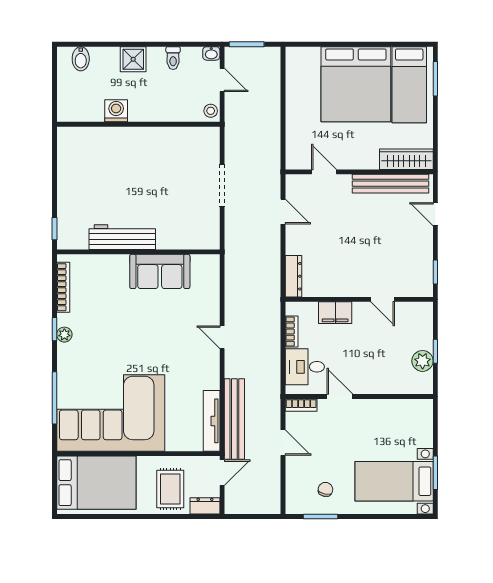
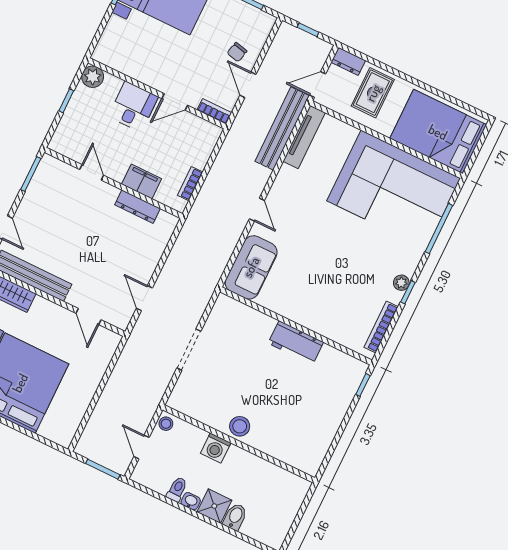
washbasin: (211, 53) -> (191, 501), moved
bidet: (81, 59) -> (235, 517), moved
washing machine: (116, 111) -> (216, 448), moved
stool: (145, 140) -> (240, 426), added
workbench: (122, 237) -> (296, 343), width x0.73
sofa: (160, 271) -> (251, 267), moved, turned 90
window: (435, 272) -> (31, 174), width x1.50
dresser: (293, 276) -> (137, 207), moved, turned -90
plant: (423, 361) -> (93, 77), moved
desk: (305, 367) -> (133, 107), moved, turned -90
door: (340, 397) -> (175, 102), hinge flipped
chair: (325, 489) -> (237, 52), moved
window: (254, 517) -> (308, 30), added

